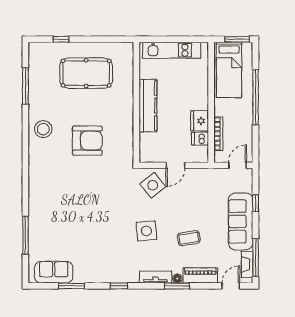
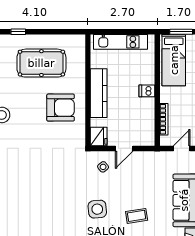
fridge: (200, 121) -> (99, 136), moved, turned 180
dishwasher: (200, 139) -> (147, 91), moved
armchair: (87, 141) -> (61, 108), moved
side table: (153, 185) -> (103, 167), width x0.54, depth x0.54

